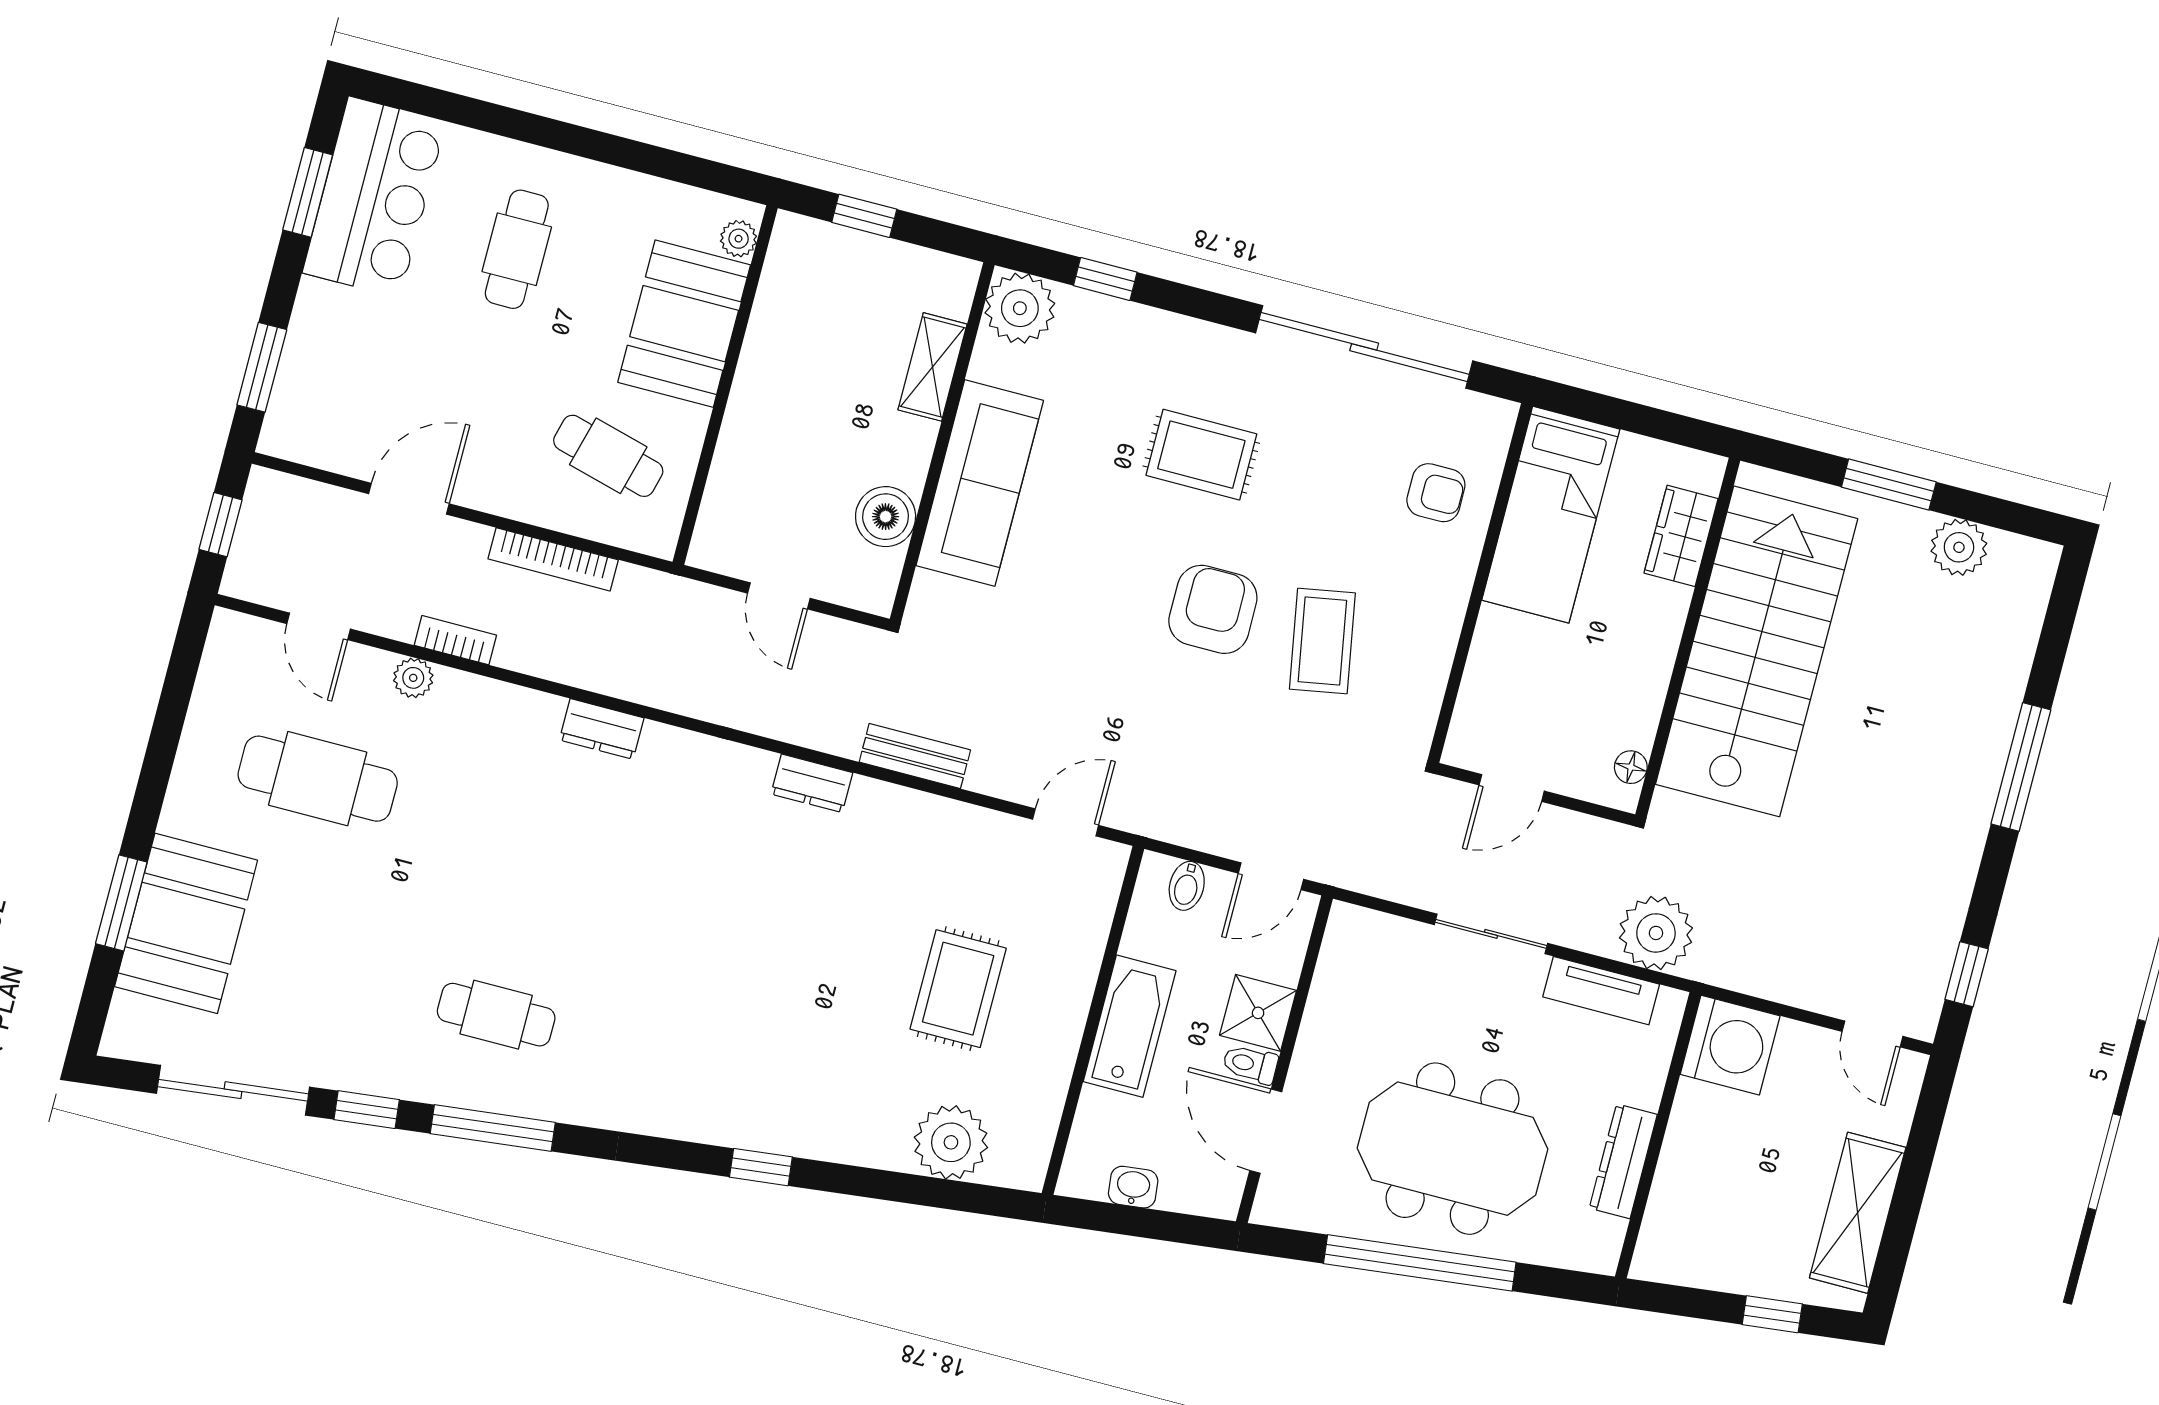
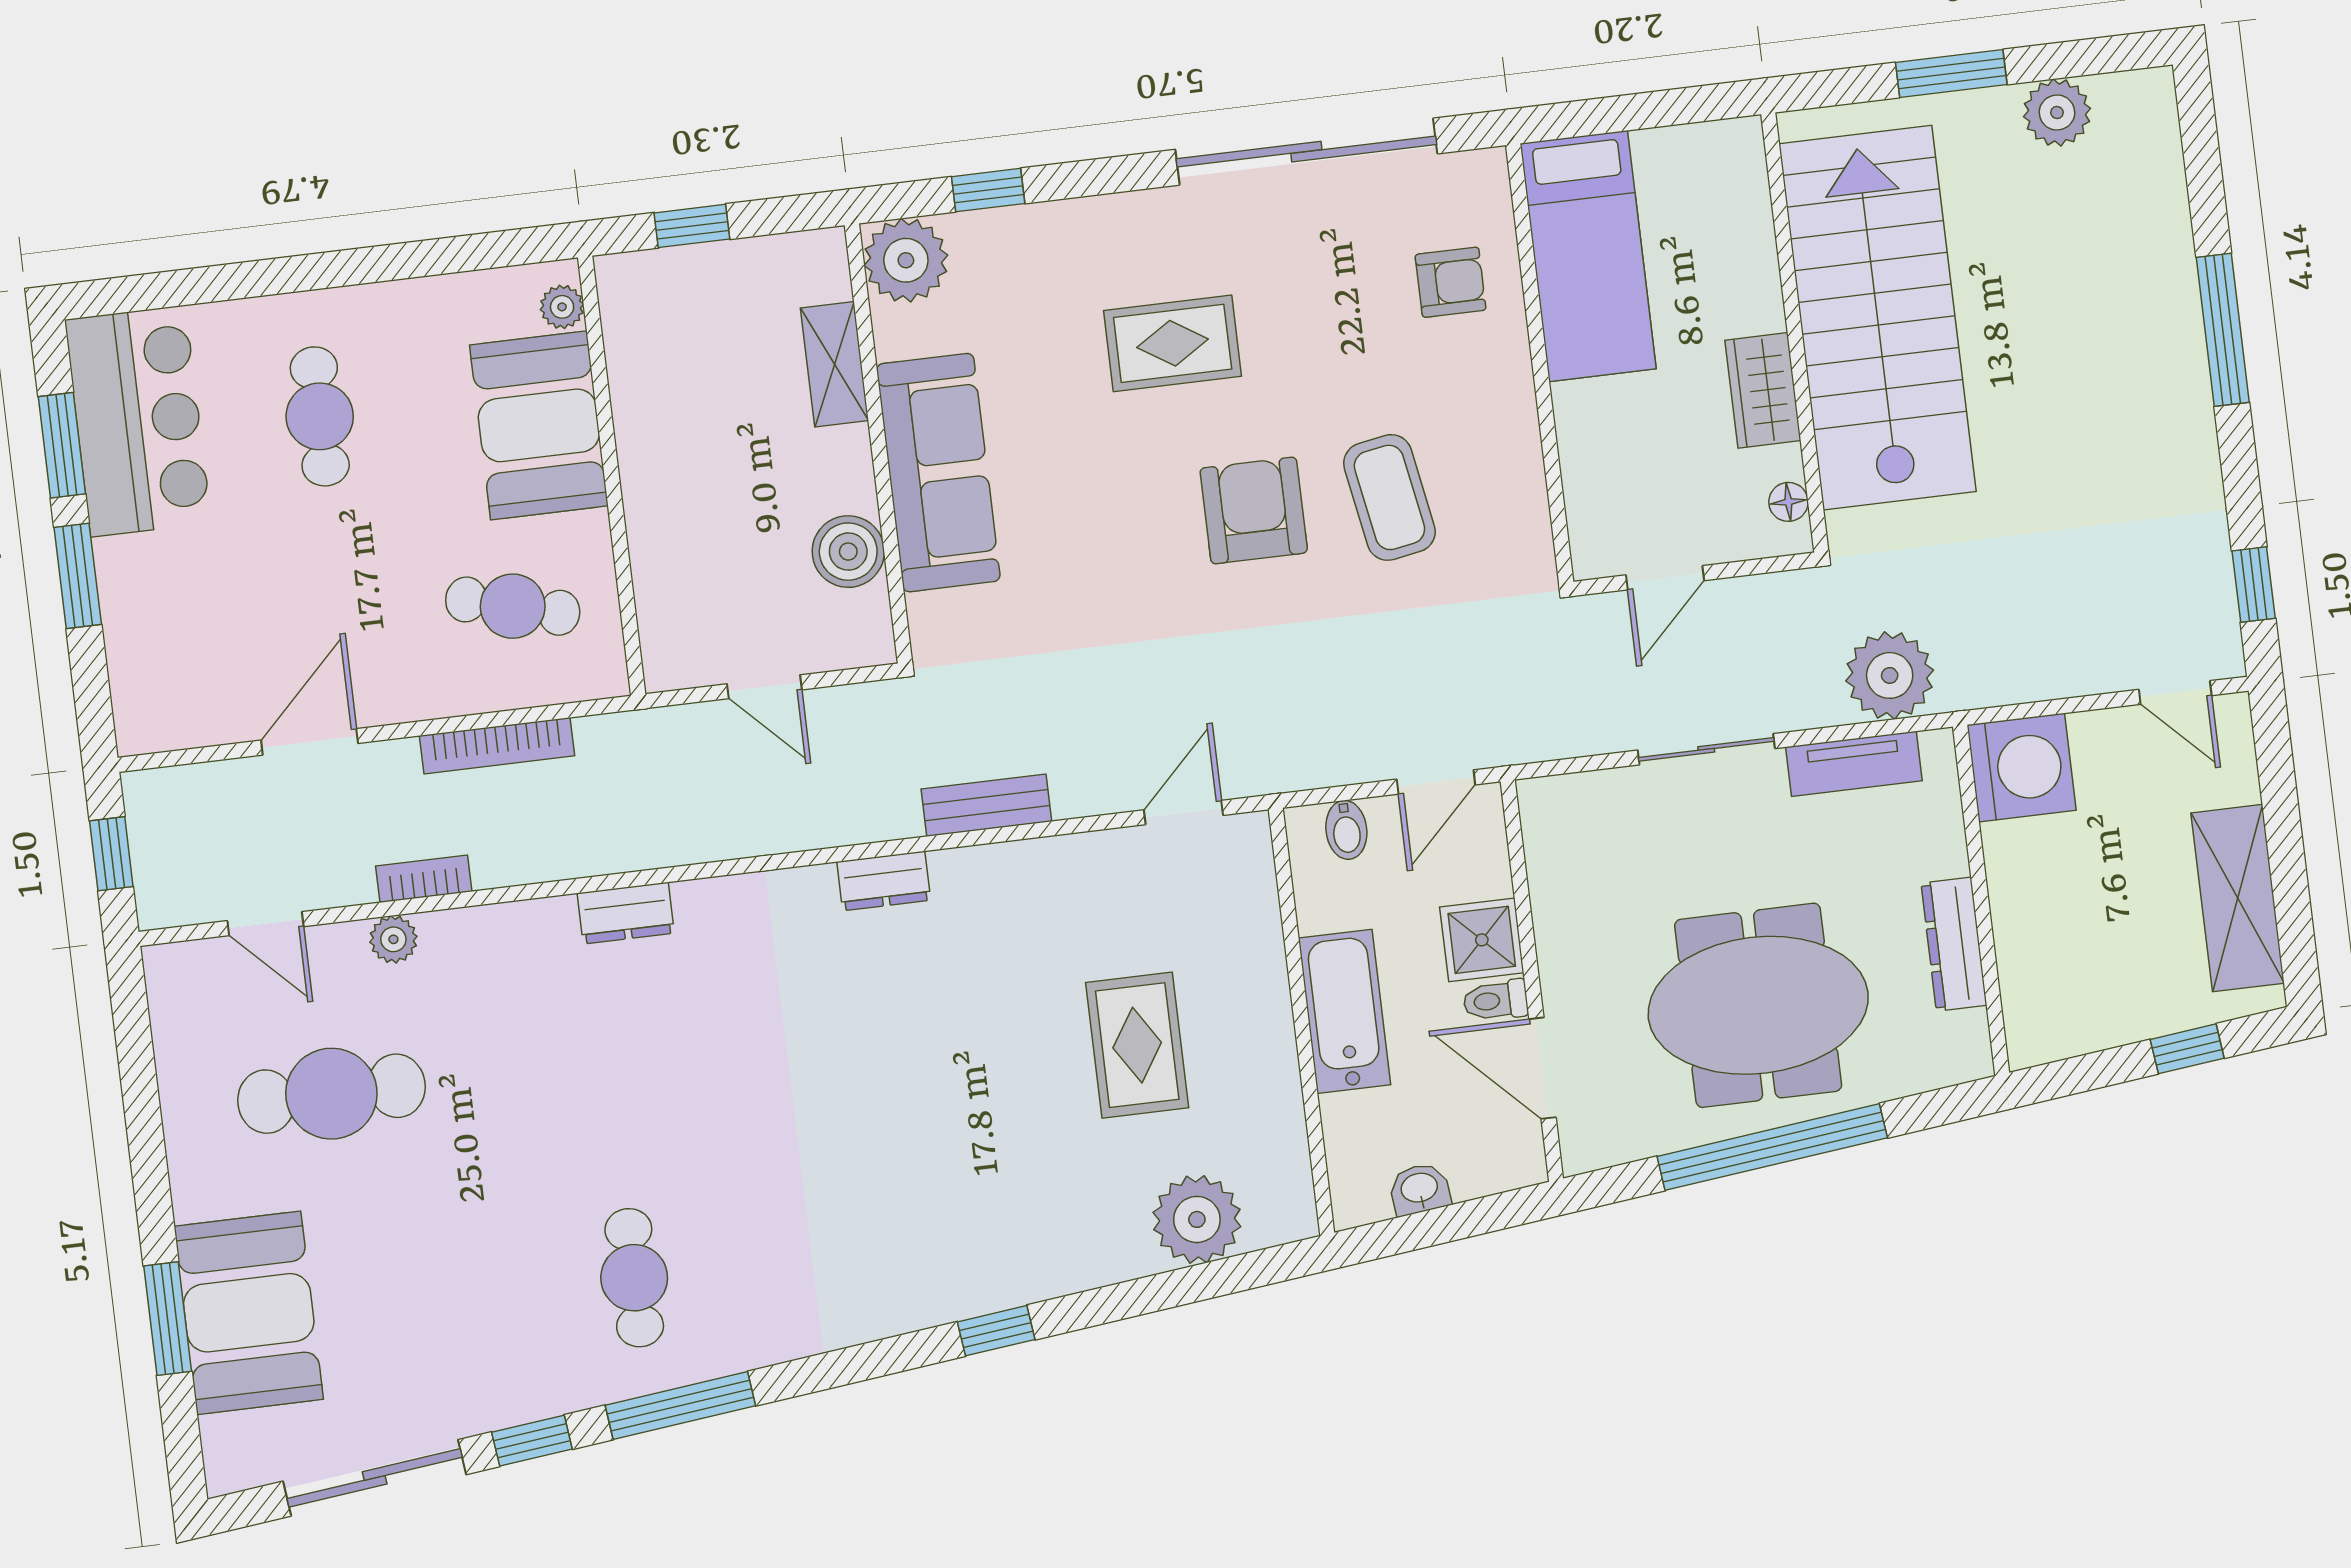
window: (262, 367) -> (78, 576), moved
wardrobe: (1681, 536) -> (1763, 390), moved
cafe table: (496, 1015) -> (634, 1278), turned 90

